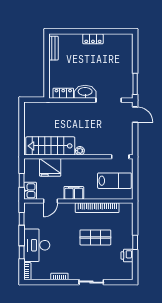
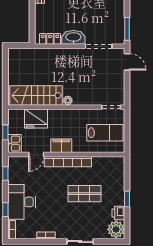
bookcase: (97, 208) -> (68, 162), moved
plant: (125, 271) -> (116, 229), added

